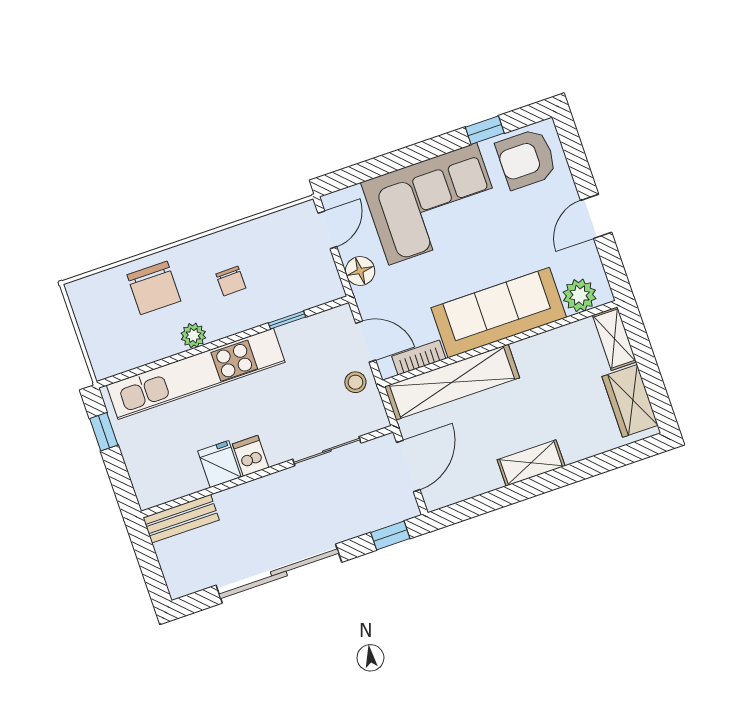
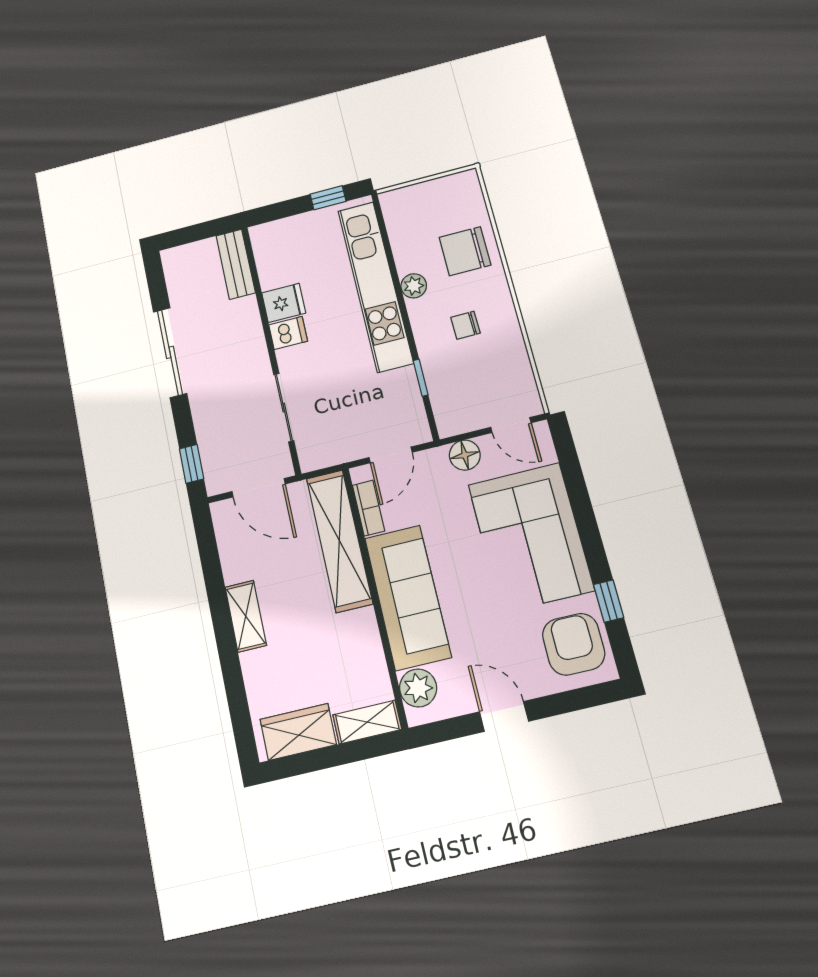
stool: (355, 382) -> (350, 441), removed
sliding door: (279, 574) -> (170, 352), width x0.73

